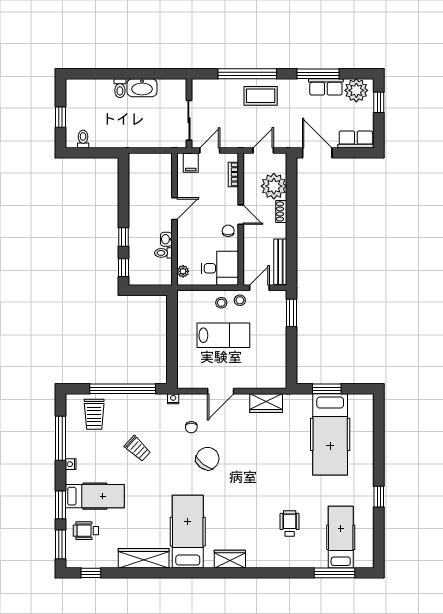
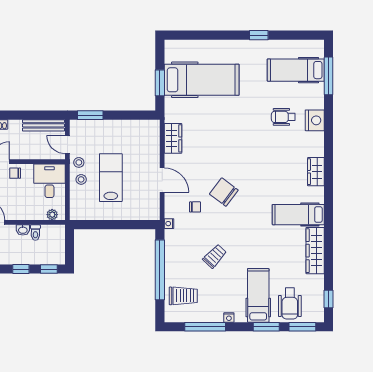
wheelchair: (86, 531) -> (290, 303), width x1.36, depth x1.37
hospital bed: (188, 532) -> (298, 215), width x0.73, depth x0.78
nightstand: (286, 558) -> (315, 120), added

